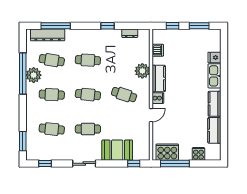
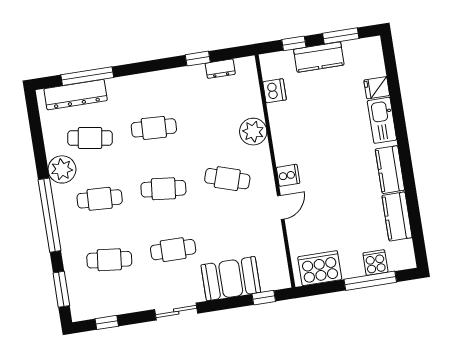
window: (107, 26) -> (198, 59), moved
window: (23, 74) -> (50, 215), moved
kitchen counter: (159, 78) -> (319, 57), moved, turned 90
window: (175, 163) -> (370, 281), moved

